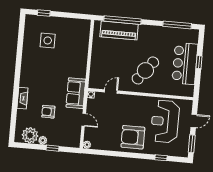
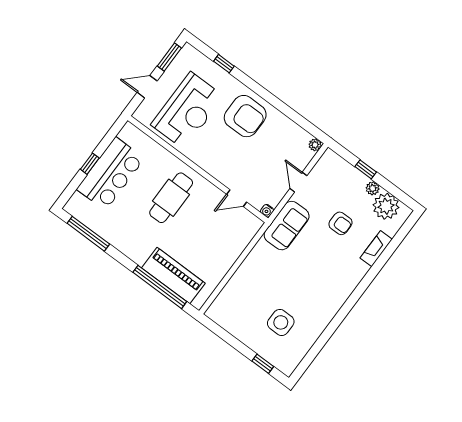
cafe table: (145, 70) -> (171, 198), turned -38
fireplace: (22, 98) -> (376, 249), moved

